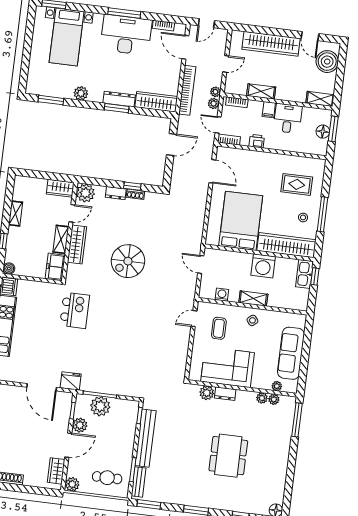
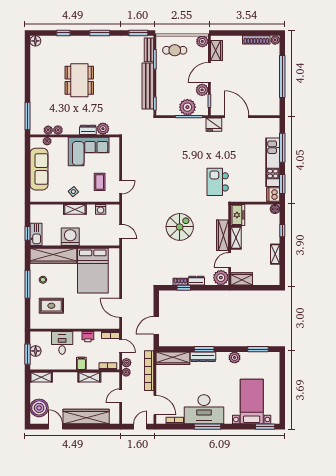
desk: (288, 118) -> (62, 343), moved, turned 180

